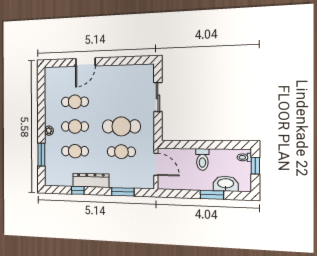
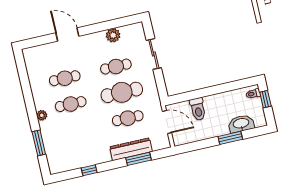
door: (85, 62) -> (67, 34), swing flipped
plant: (125, 71) -> (113, 35), added
cafe table: (75, 151) -> (116, 67), moved
toilet: (202, 159) -> (198, 109), moved
dresser: (91, 180) -> (131, 149), moved

